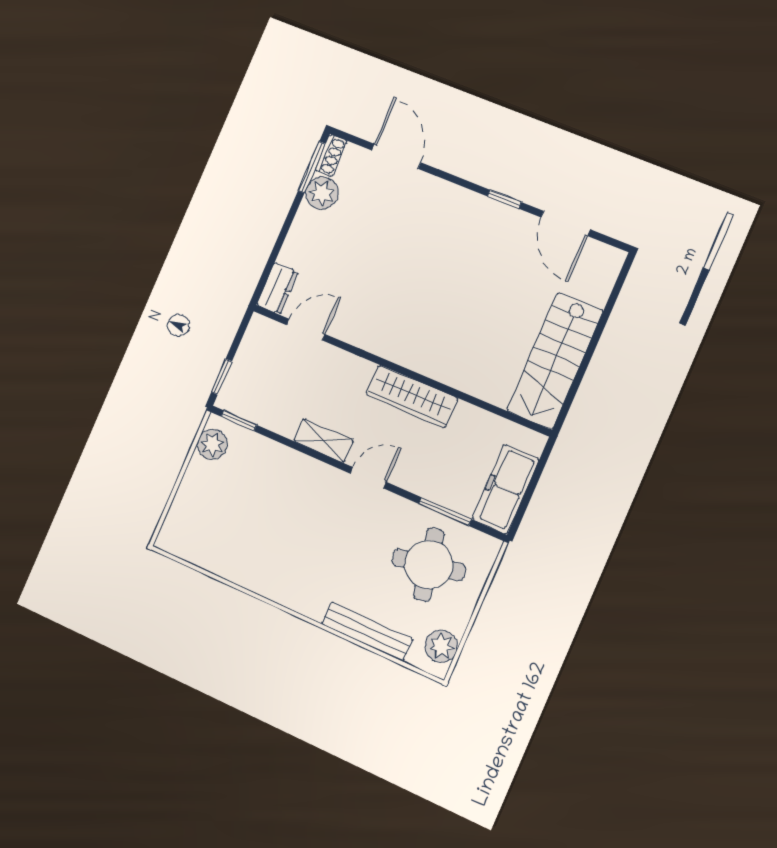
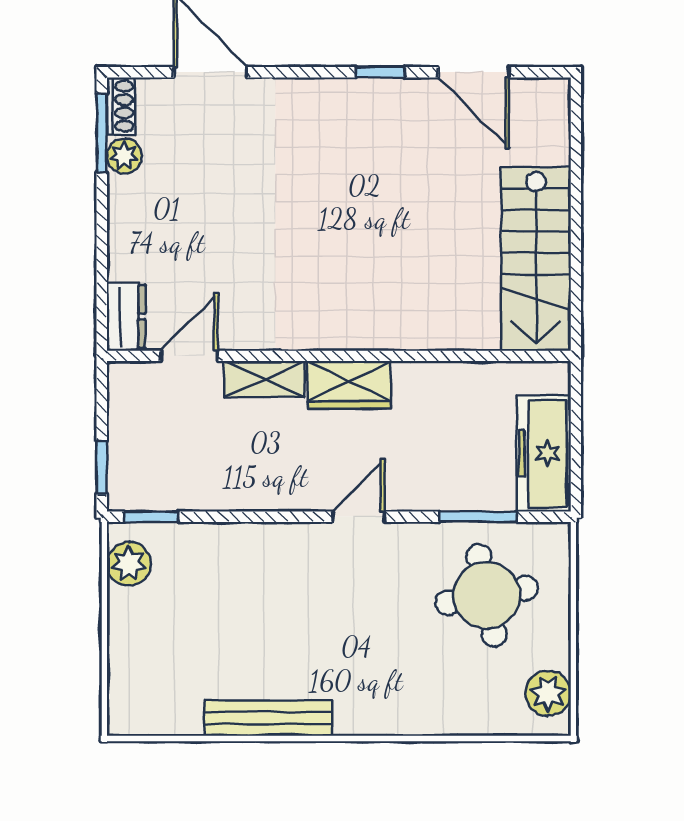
plant: (322, 193) -> (124, 156), width x0.73, depth x0.73
wardrobe: (412, 397) -> (349, 385), width x0.67
shelving: (324, 441) -> (264, 379), moved
bench: (367, 631) -> (268, 718), moved

